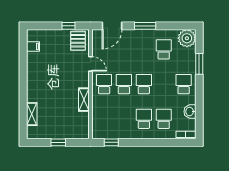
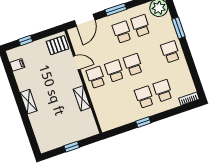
window: (68, 26) -> (25, 41), moved
pallet: (78, 41) -> (57, 45), turned 90
school desk: (144, 49) -> (122, 32), added
washbasin: (190, 112) -> (185, 75), removed
shelving: (32, 114) -> (28, 102), moved
window: (111, 142) -> (143, 122), moved

